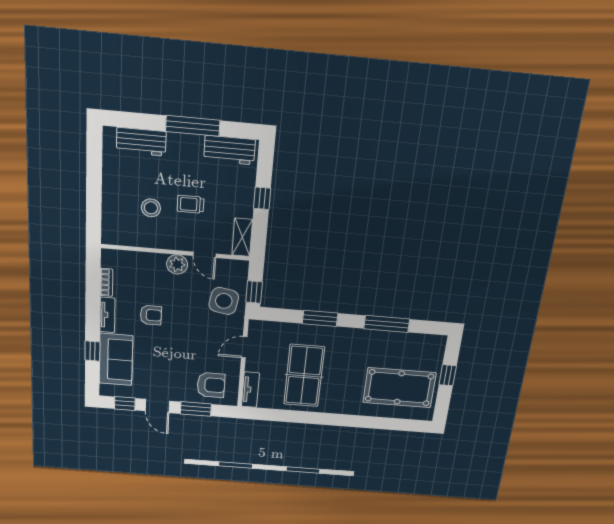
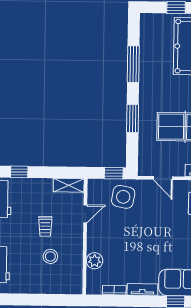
window: (262, 198) -> (19, 172), moved
plant: (177, 264) -> (95, 261), moved
armchair: (151, 315) -> (140, 255), removed

